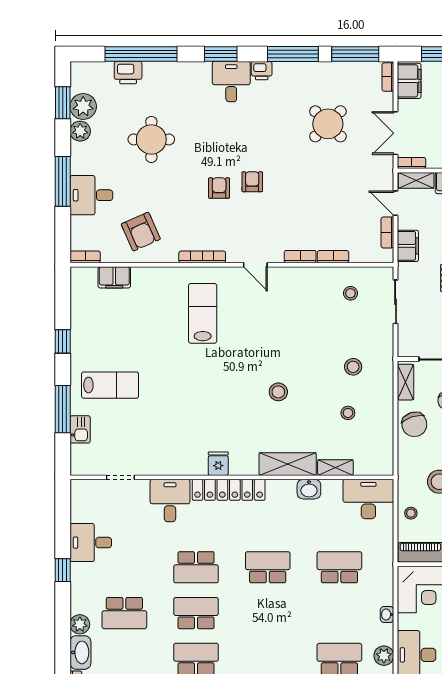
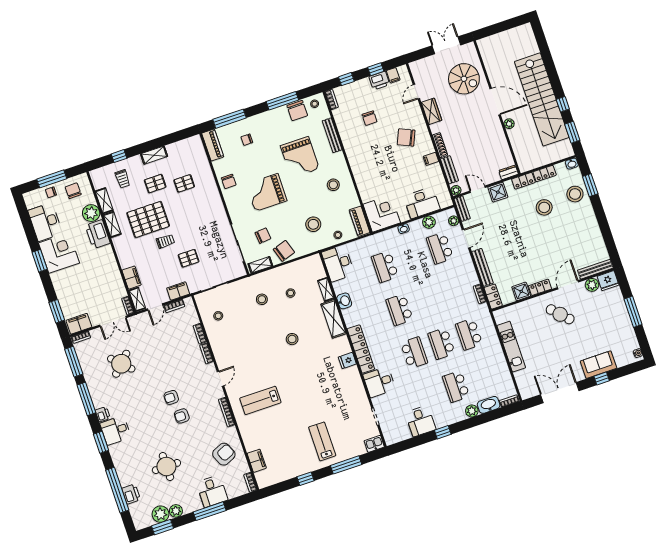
kitchen sink: (80, 429) -> (374, 444), moved
school desk: (124, 613) -> (456, 387), turned 180

